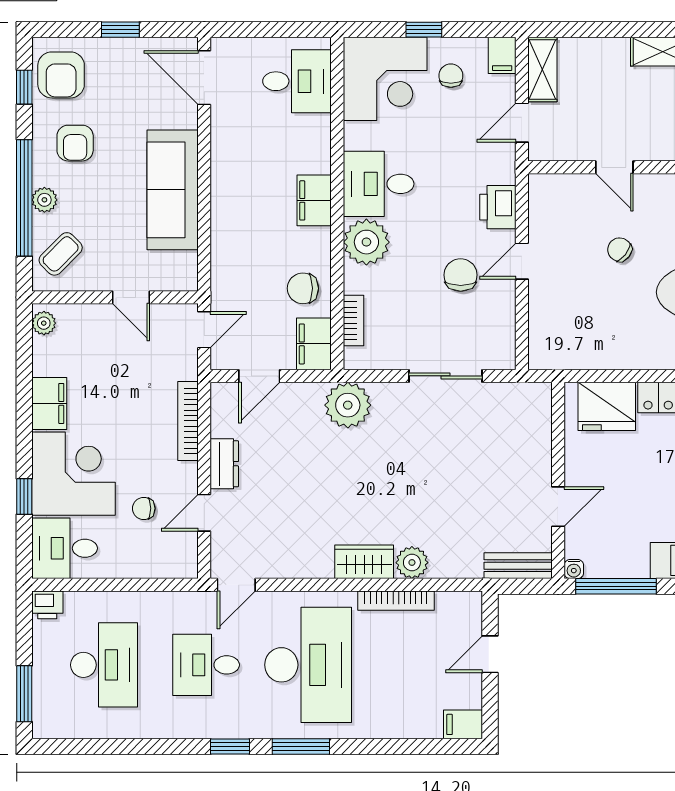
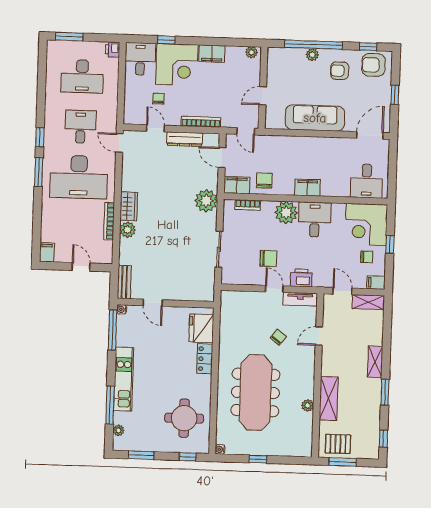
tv unit: (541, 208) -> (300, 299), added
coffee table: (61, 254) -> (285, 62), removed
dresser: (224, 464) -> (185, 139), width x1.44

